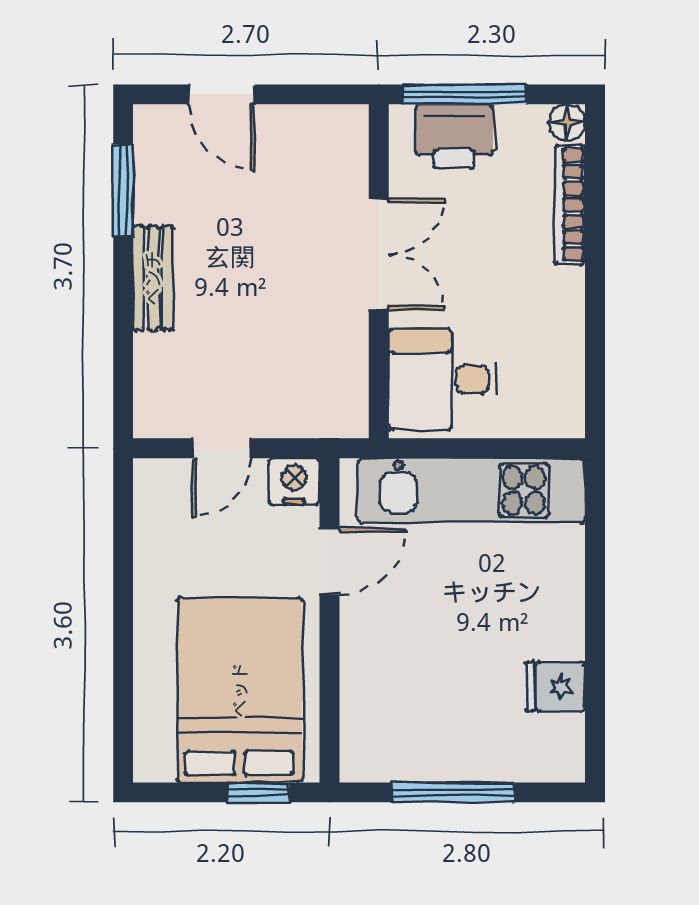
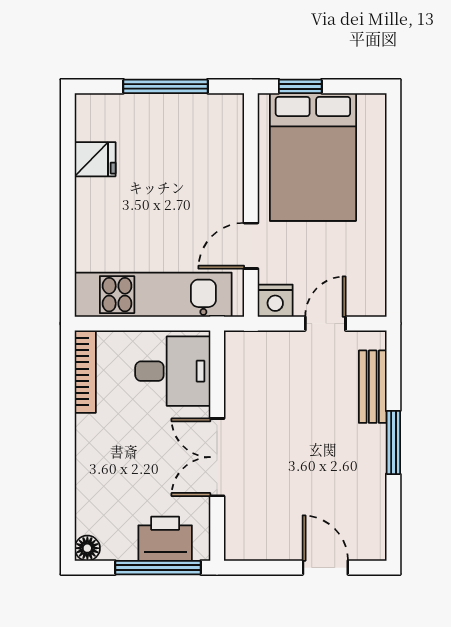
window: (123, 191) -> (393, 442), moved
bookcase: (570, 205) -> (85, 372), moved
bench: (153, 278) -> (373, 387), moved

